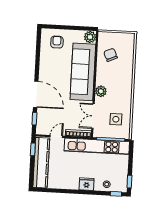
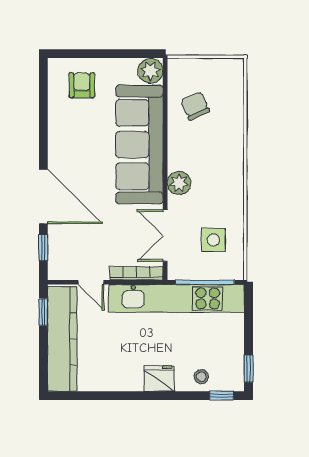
door: (56, 136) -> (91, 282), swing flipped

